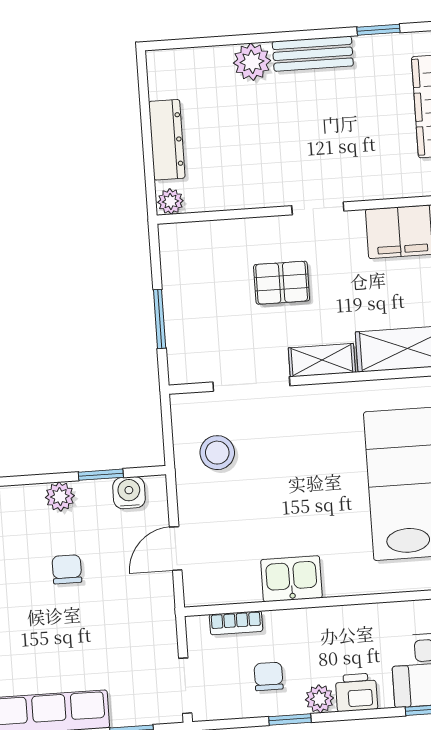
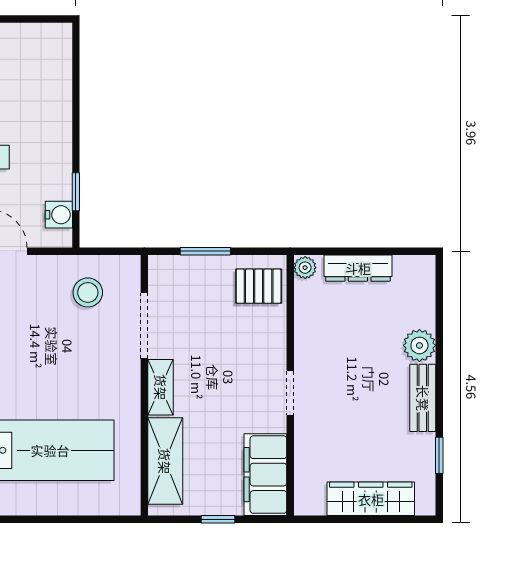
pallet: (282, 283) -> (259, 286), moved, turned 90
plant: (60, 497) -> (60, 156), removed

